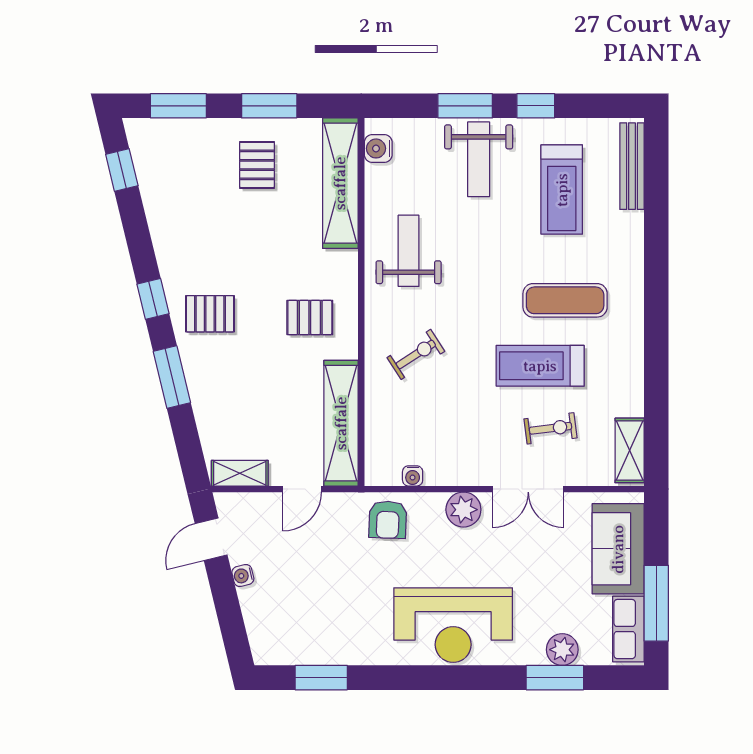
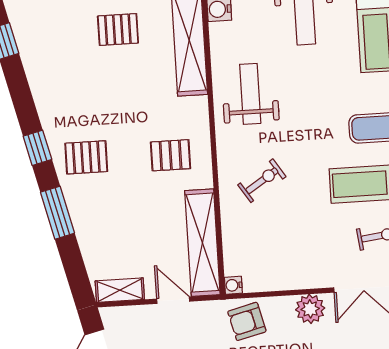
pallet: (257, 165) -> (118, 30), turned 90
water cooler: (413, 476) -> (233, 285), moved, turned 90
door: (302, 489) -> (173, 300), swing flipped
armchair: (388, 520) -> (247, 321), turned 74

